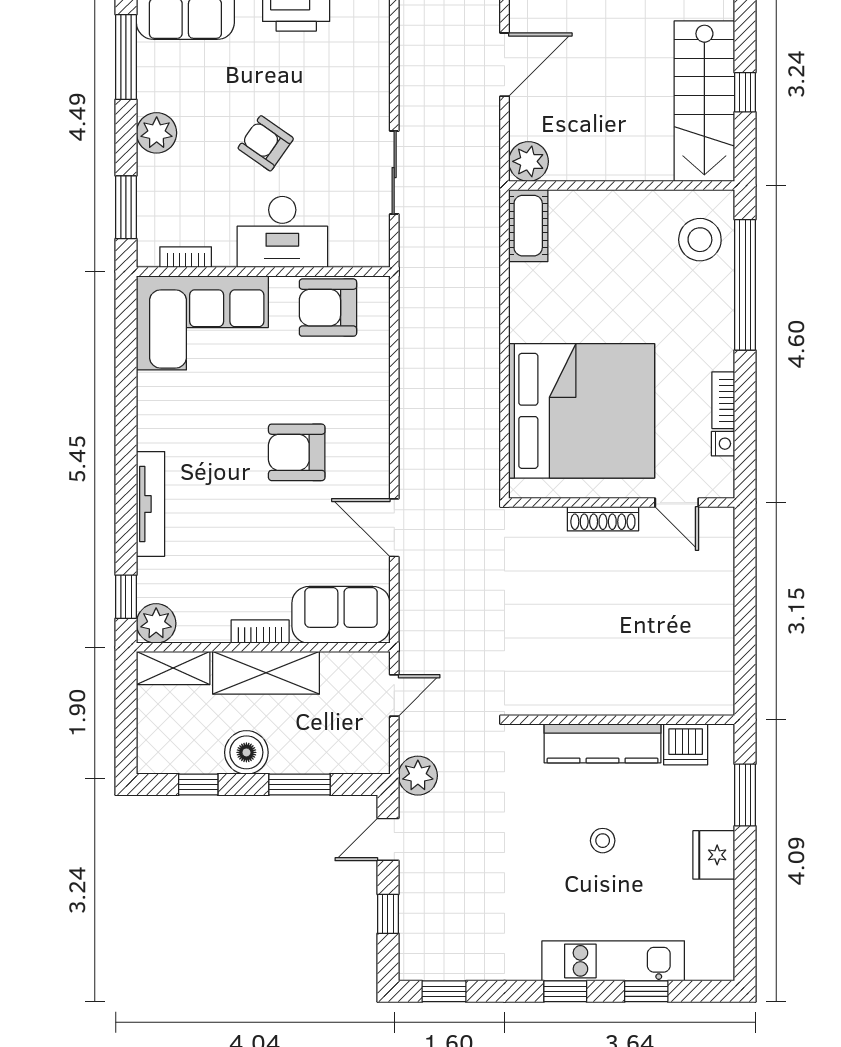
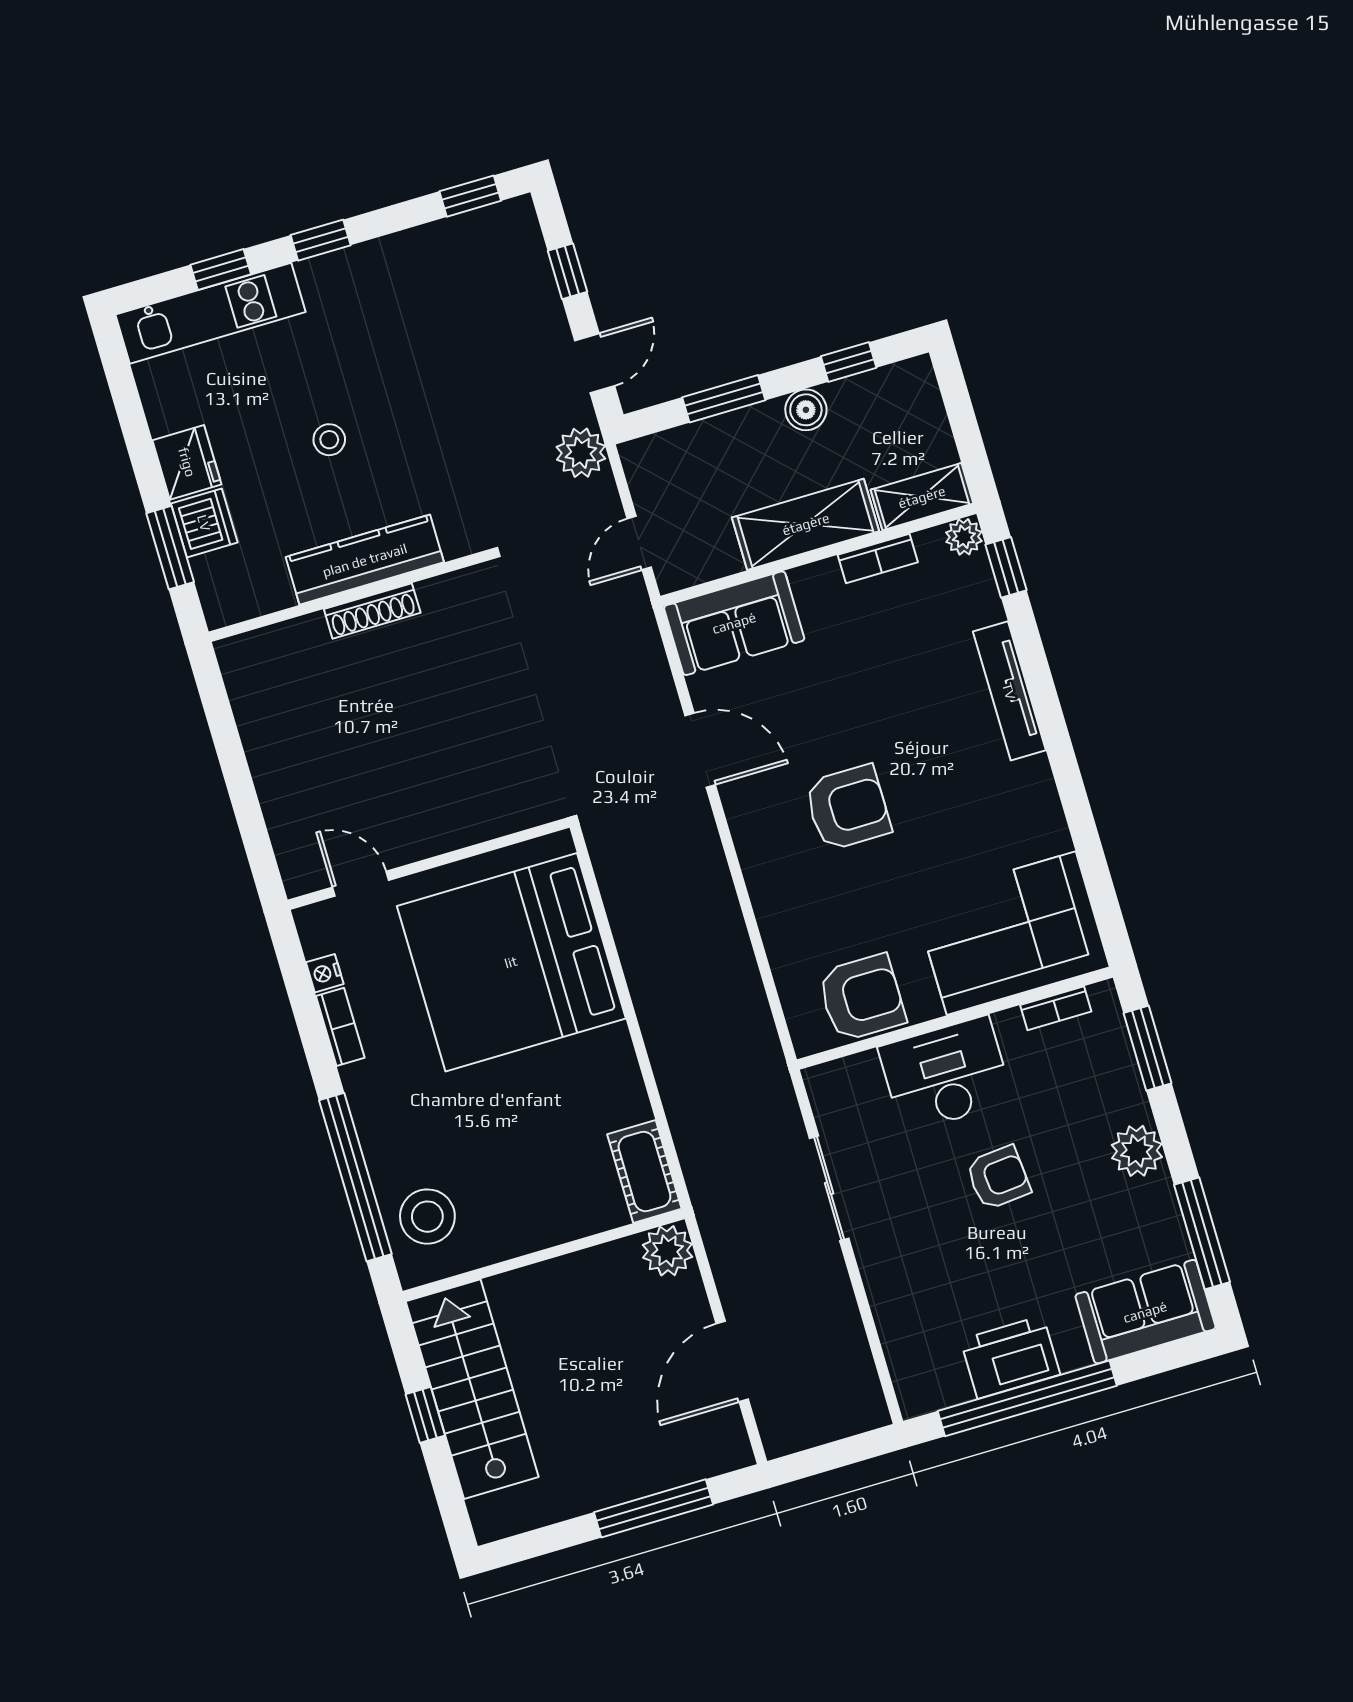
armchair: (266, 143) -> (998, 1178), turned -40
shoe rack: (603, 519) -> (372, 611), moved, turned 180
plant: (156, 623) -> (964, 537), width x0.73, depth x0.73
bookcase: (260, 632) -> (878, 558), moved
dishwasher: (686, 744) -> (204, 523), moved, turned 90
boiler: (246, 752) -> (806, 410), width x0.73, depth x0.73
kitchen unit: (613, 961) -> (210, 313), moved

